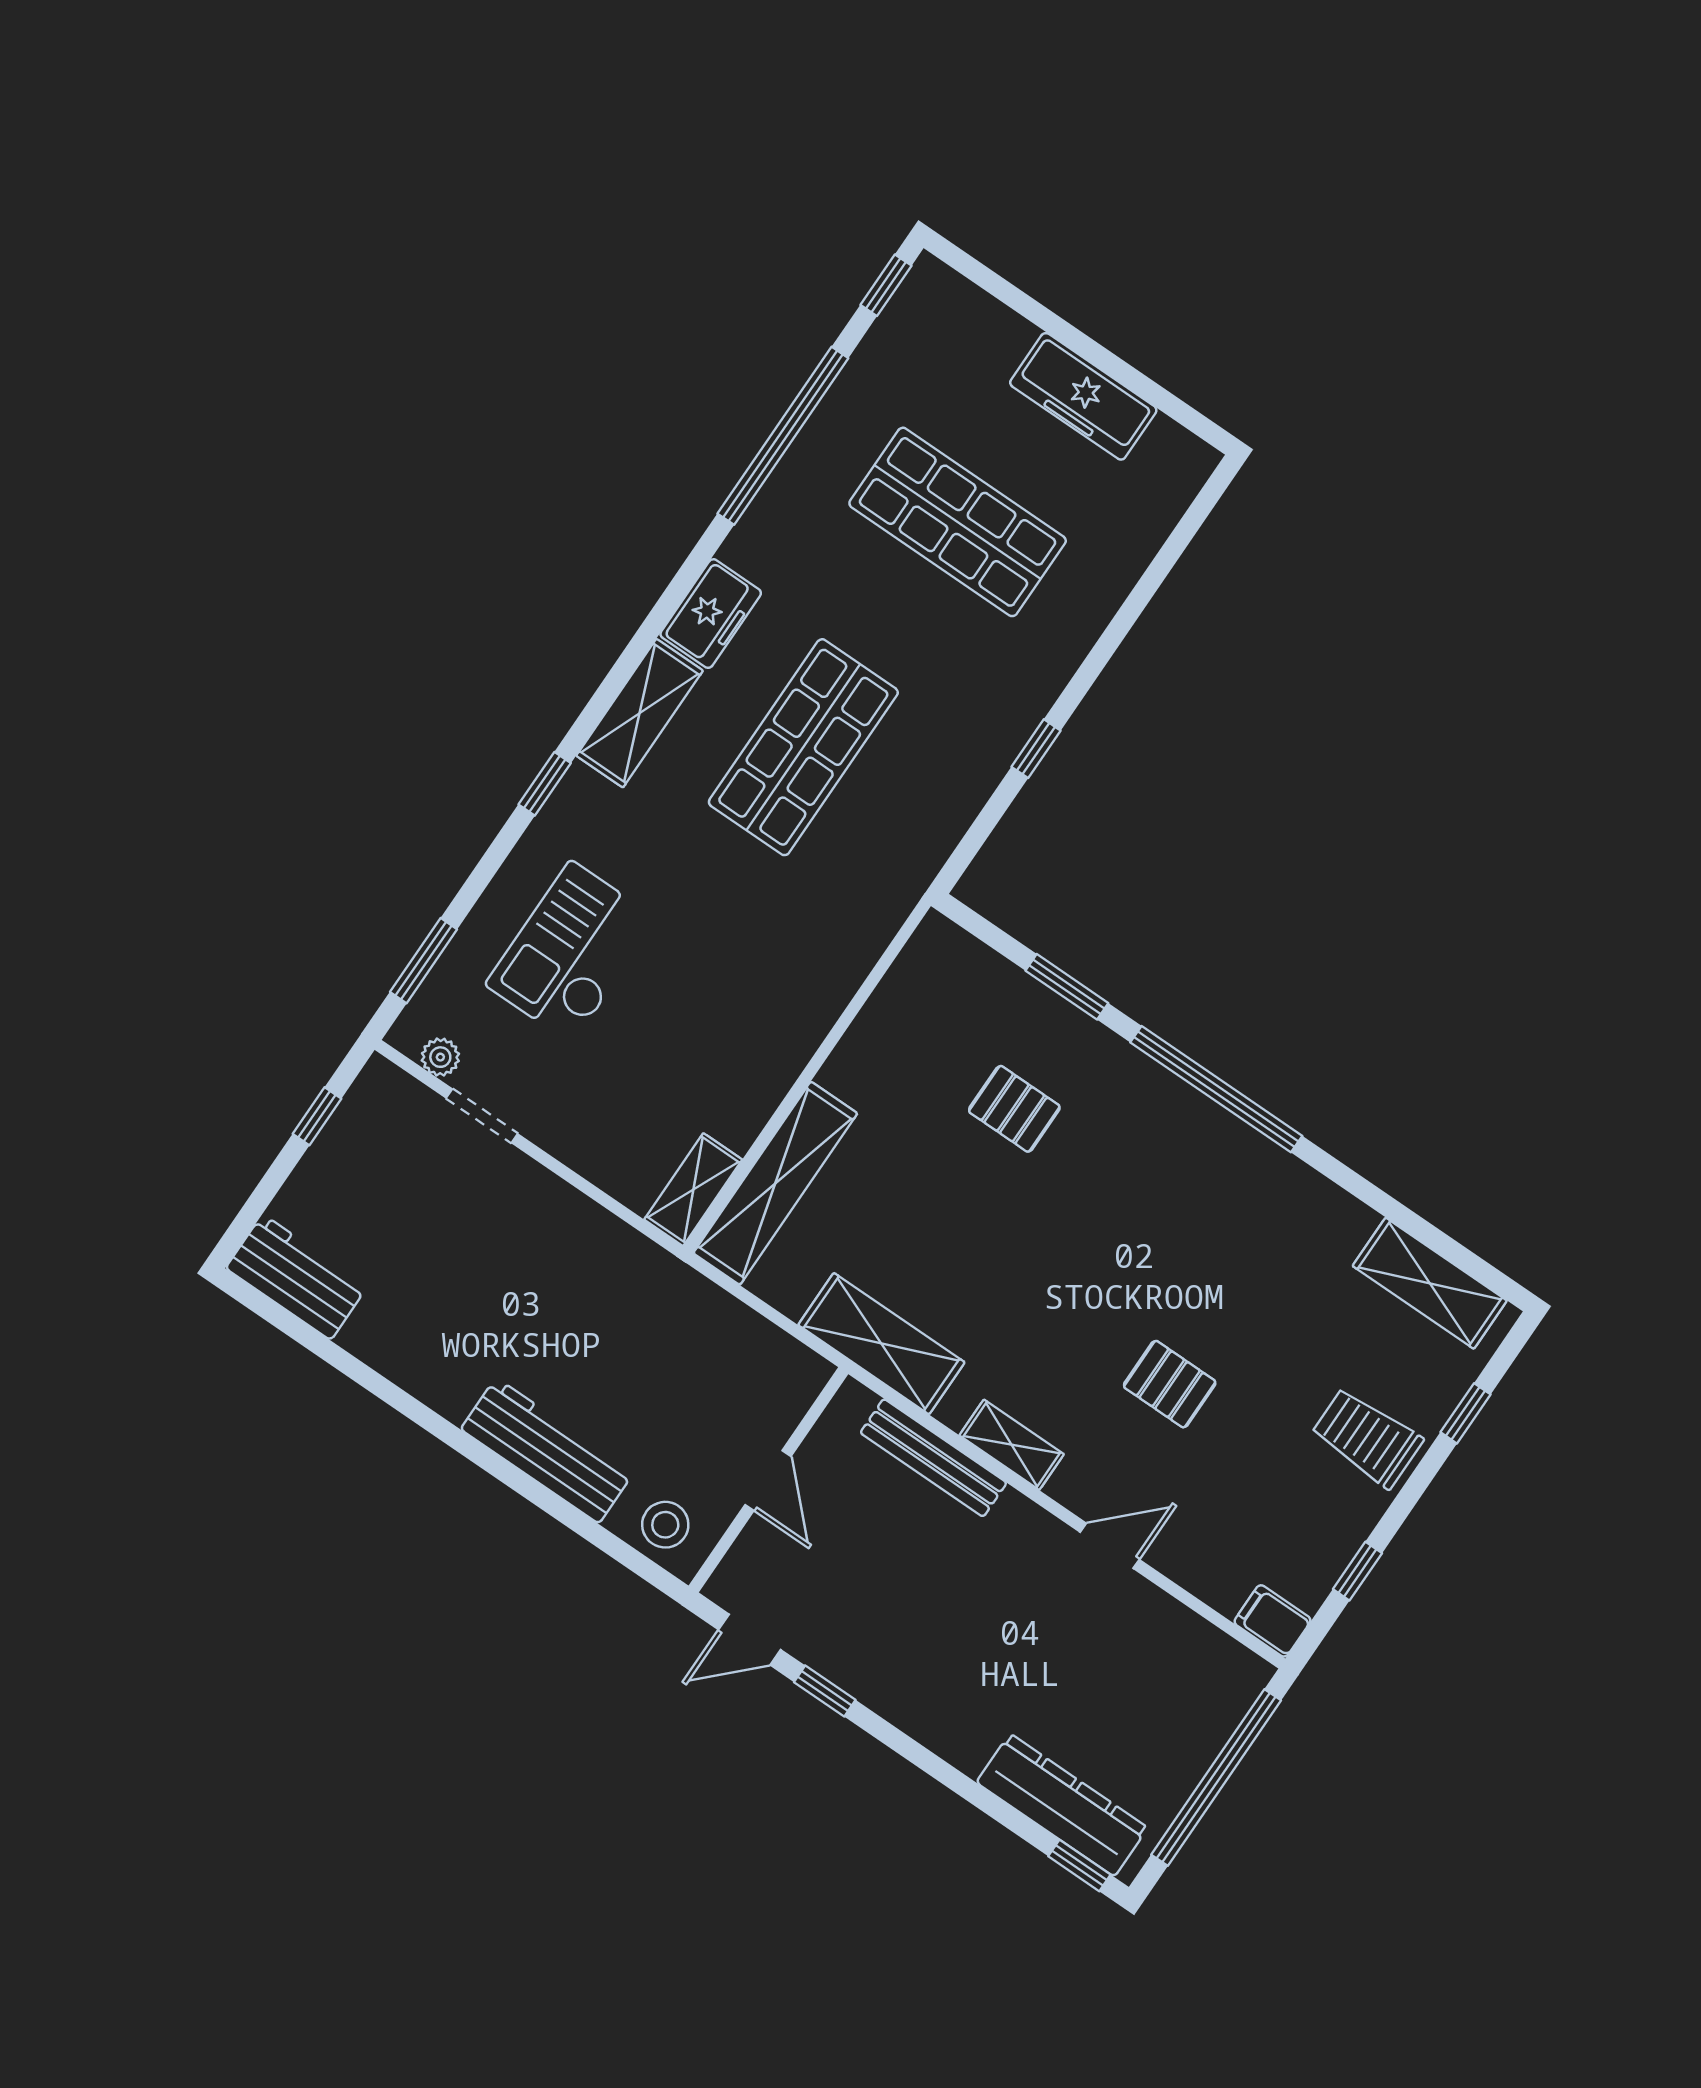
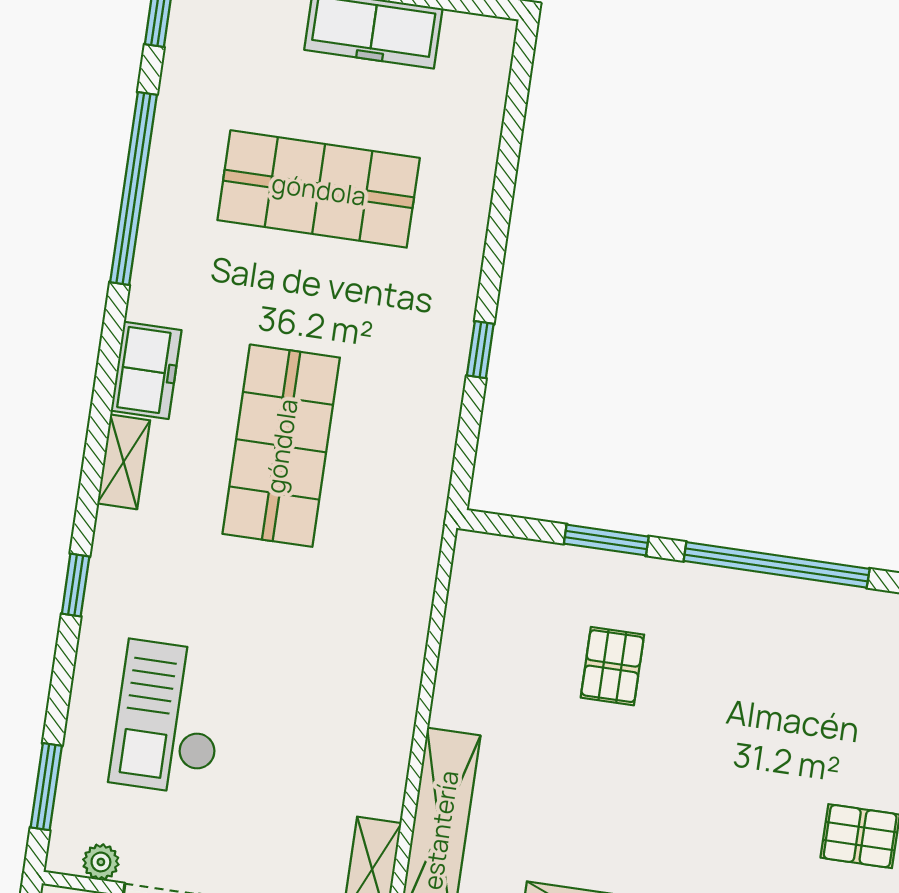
shelving: (640, 713) -> (124, 462), width x0.67, depth x0.75
pallet: (1014, 1109) -> (612, 666), turned 90

